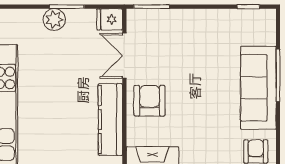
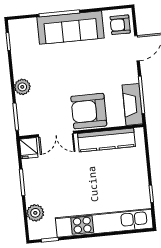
plant: (189, 19) -> (22, 87), added
plant: (54, 20) -> (35, 213), moved
armchair: (150, 101) -> (89, 111), width x1.36, depth x1.36

